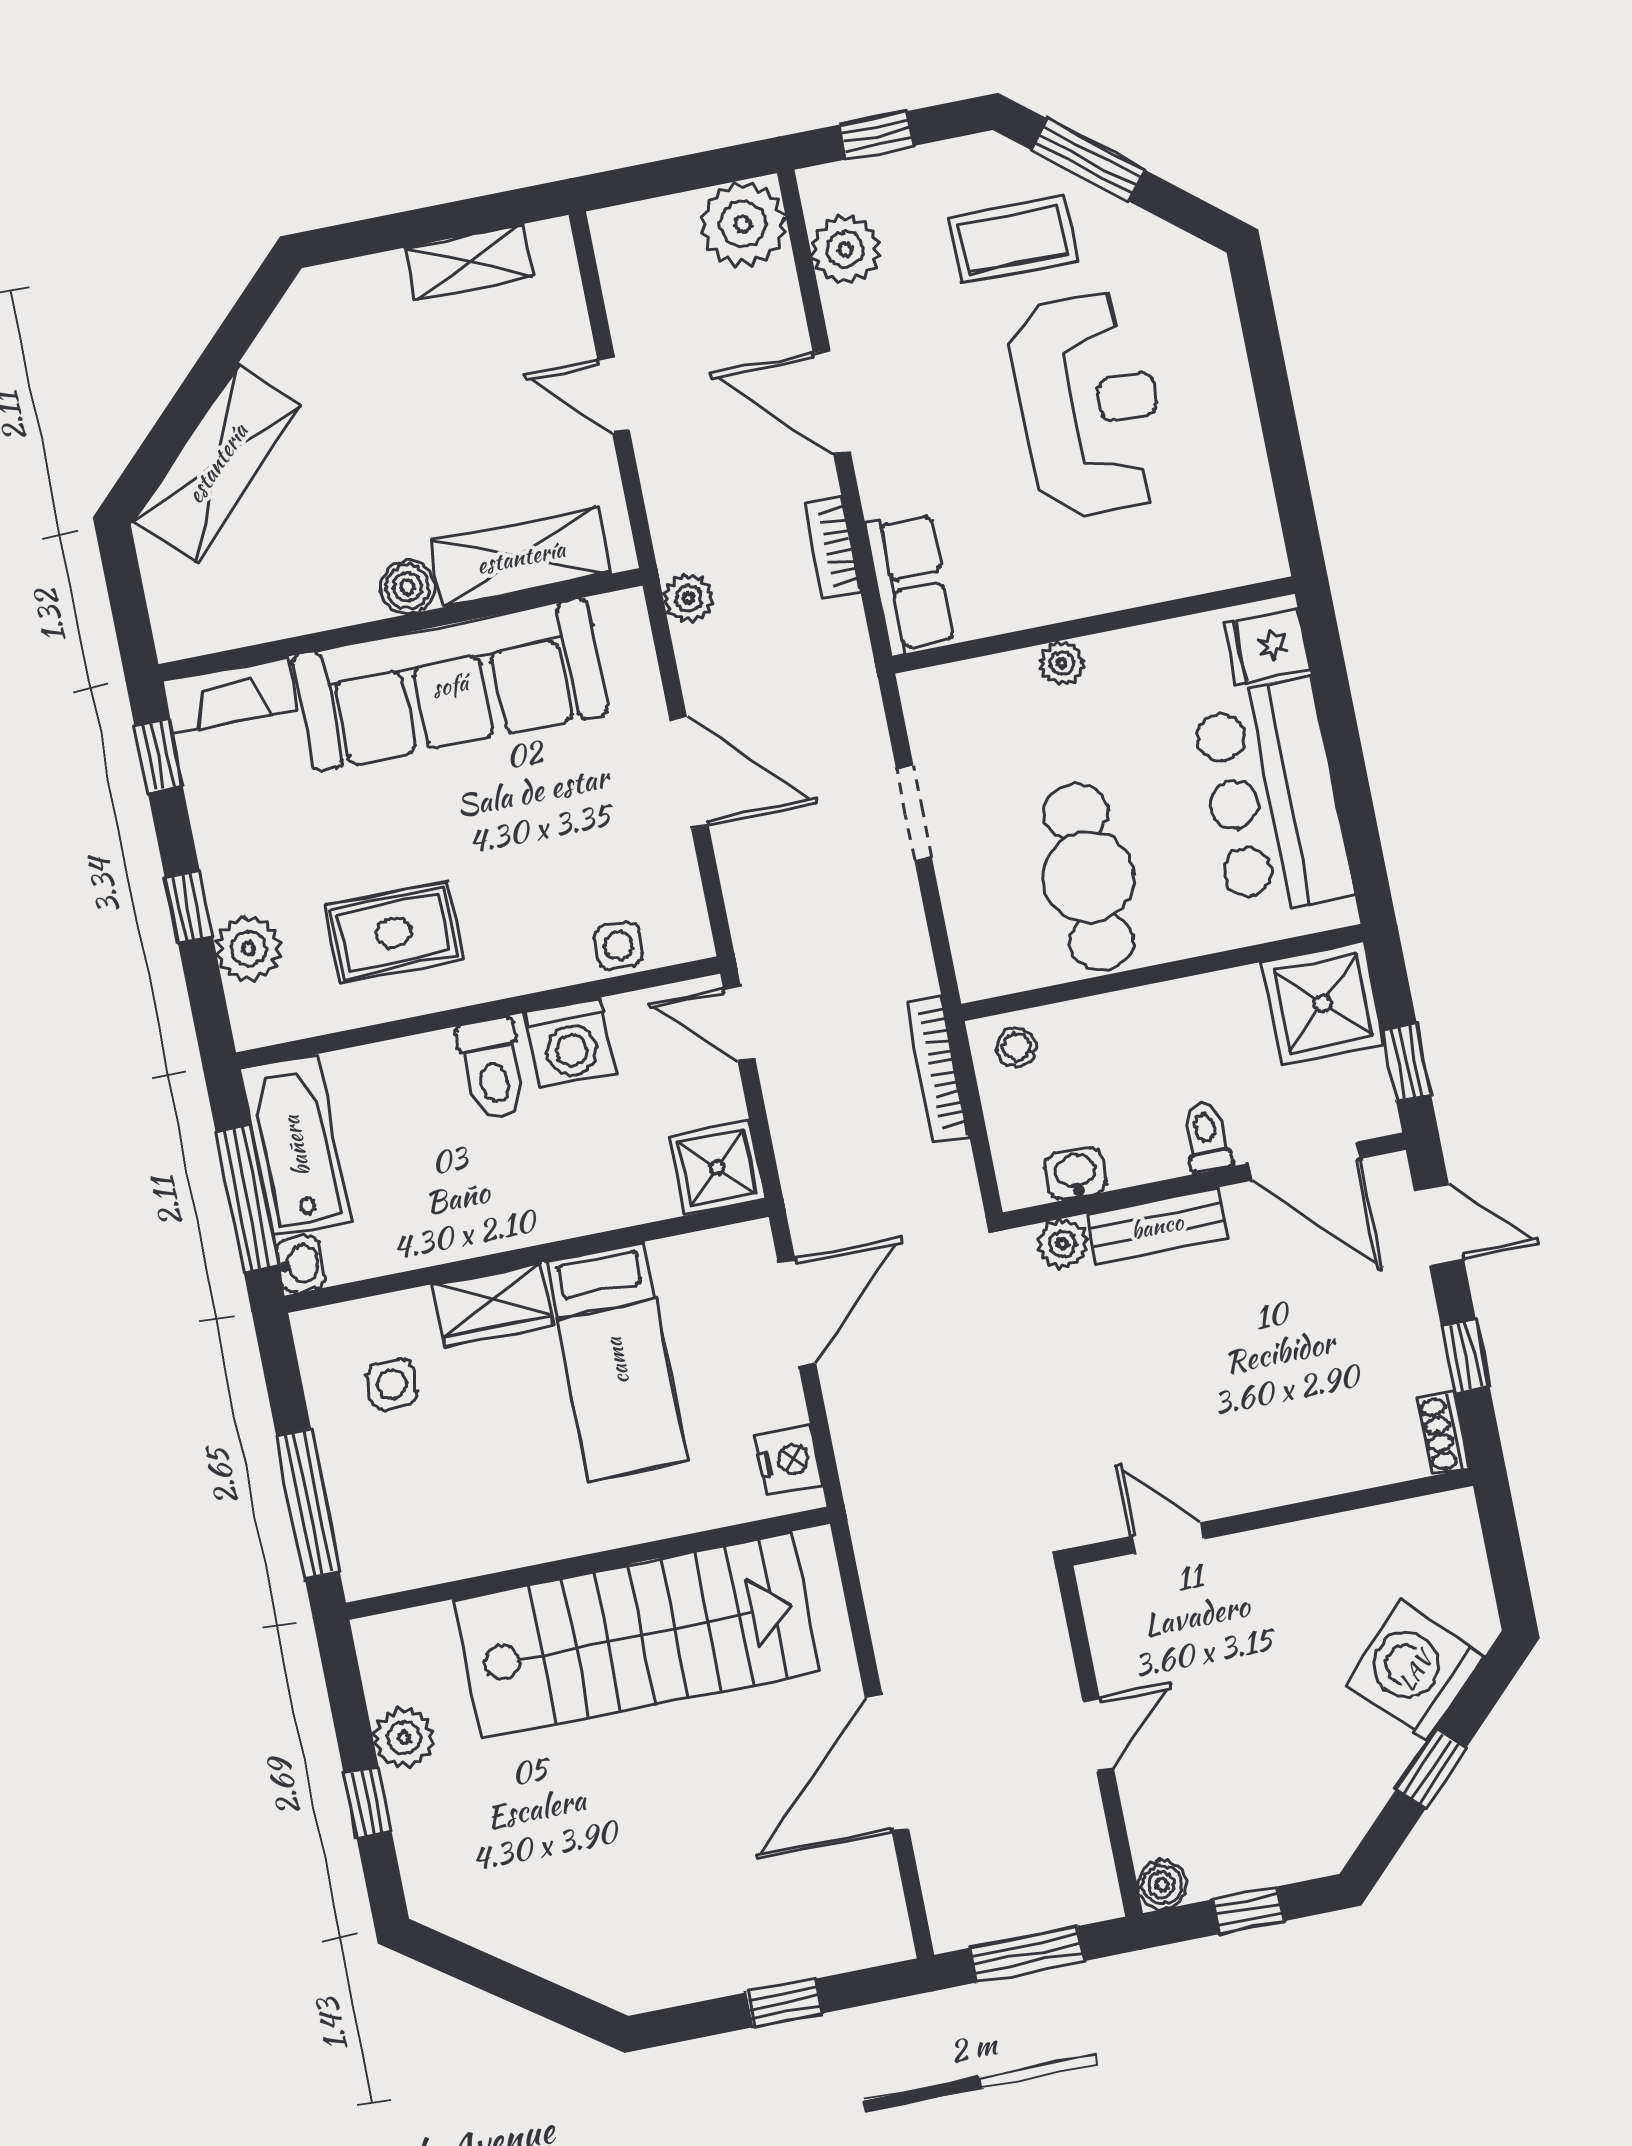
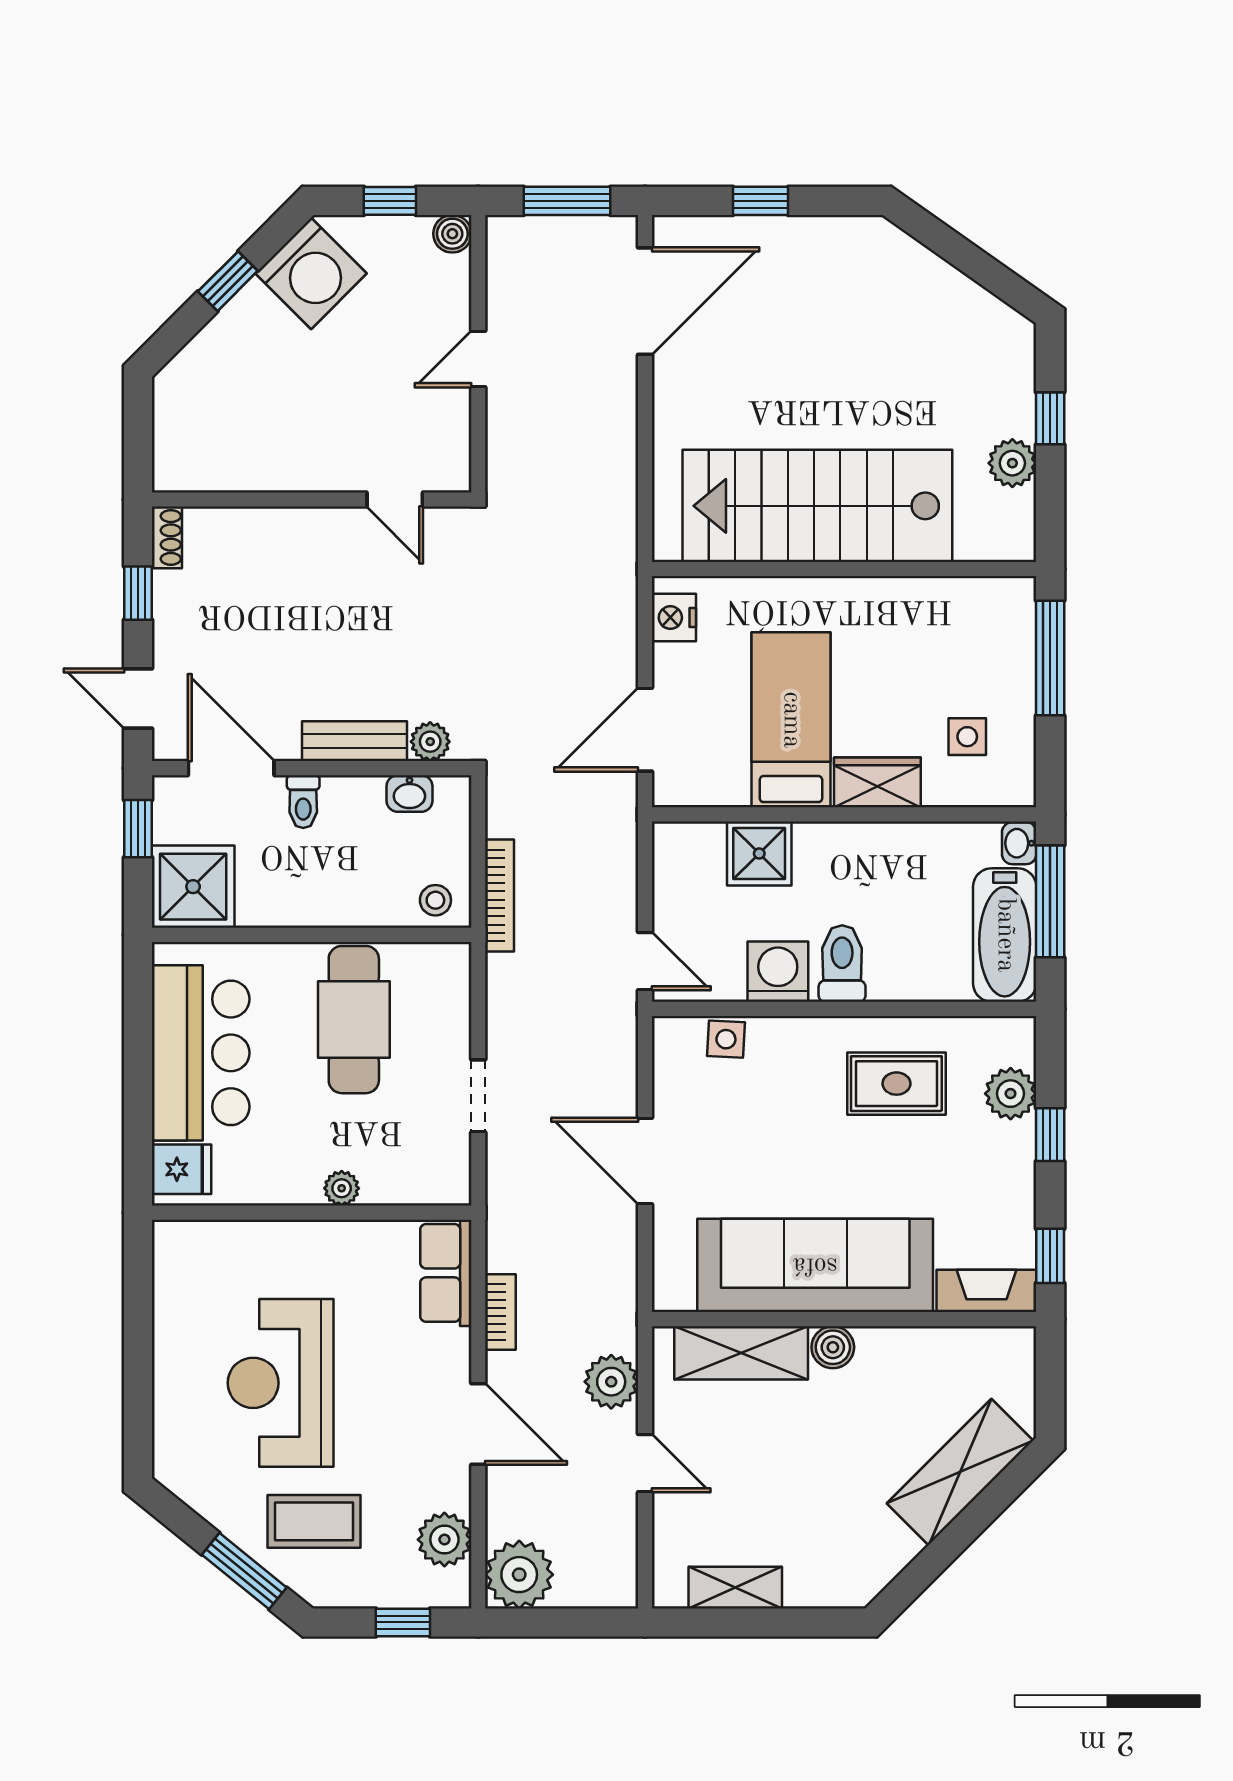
plant: (689, 598) -> (611, 1382), moved, width x1.38, depth x1.38
shower: (717, 1167) -> (759, 853), moved
washing machine: (1415, 1671) -> (311, 273), moved
door: (887, 1764) -> (645, 301), moved

